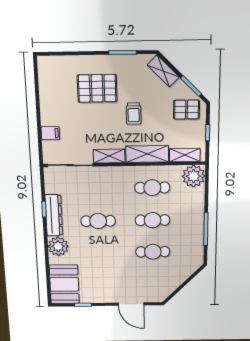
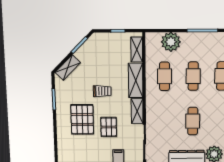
pallet: (186, 110) -> (109, 127), moved
plant: (194, 176) -> (171, 42), moved

